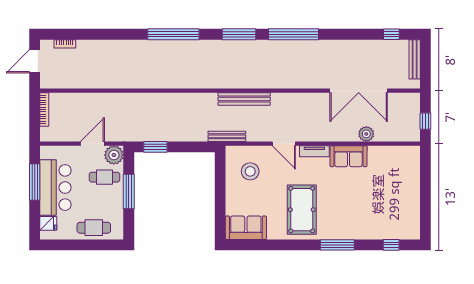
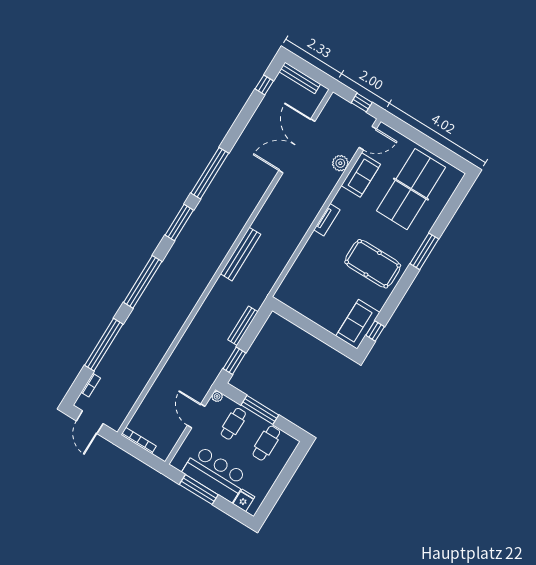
window: (104, 34) -> (104, 345), added
double door: (359, 91) -> (297, 146), swing flipped
bench: (227, 136) -> (243, 326), moved
door: (284, 144) -> (368, 138), moved
plant: (114, 155) -> (217, 396), width x0.53, depth x0.53
sofa: (348, 156) -> (361, 175), moved
stool: (250, 171) -> (309, 289), removed
table tennis table: (381, 203) -> (411, 189), added
cafe table: (94, 228) -> (266, 443), moved
window: (391, 245) -> (375, 331), moved

